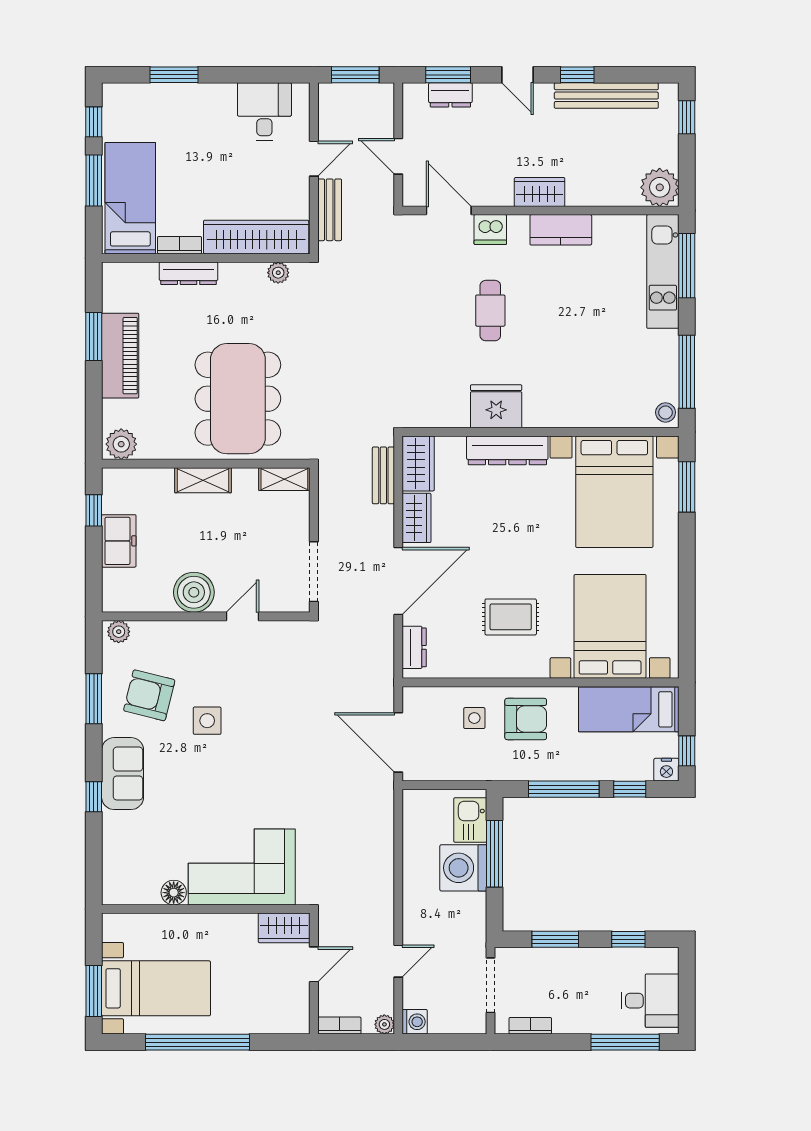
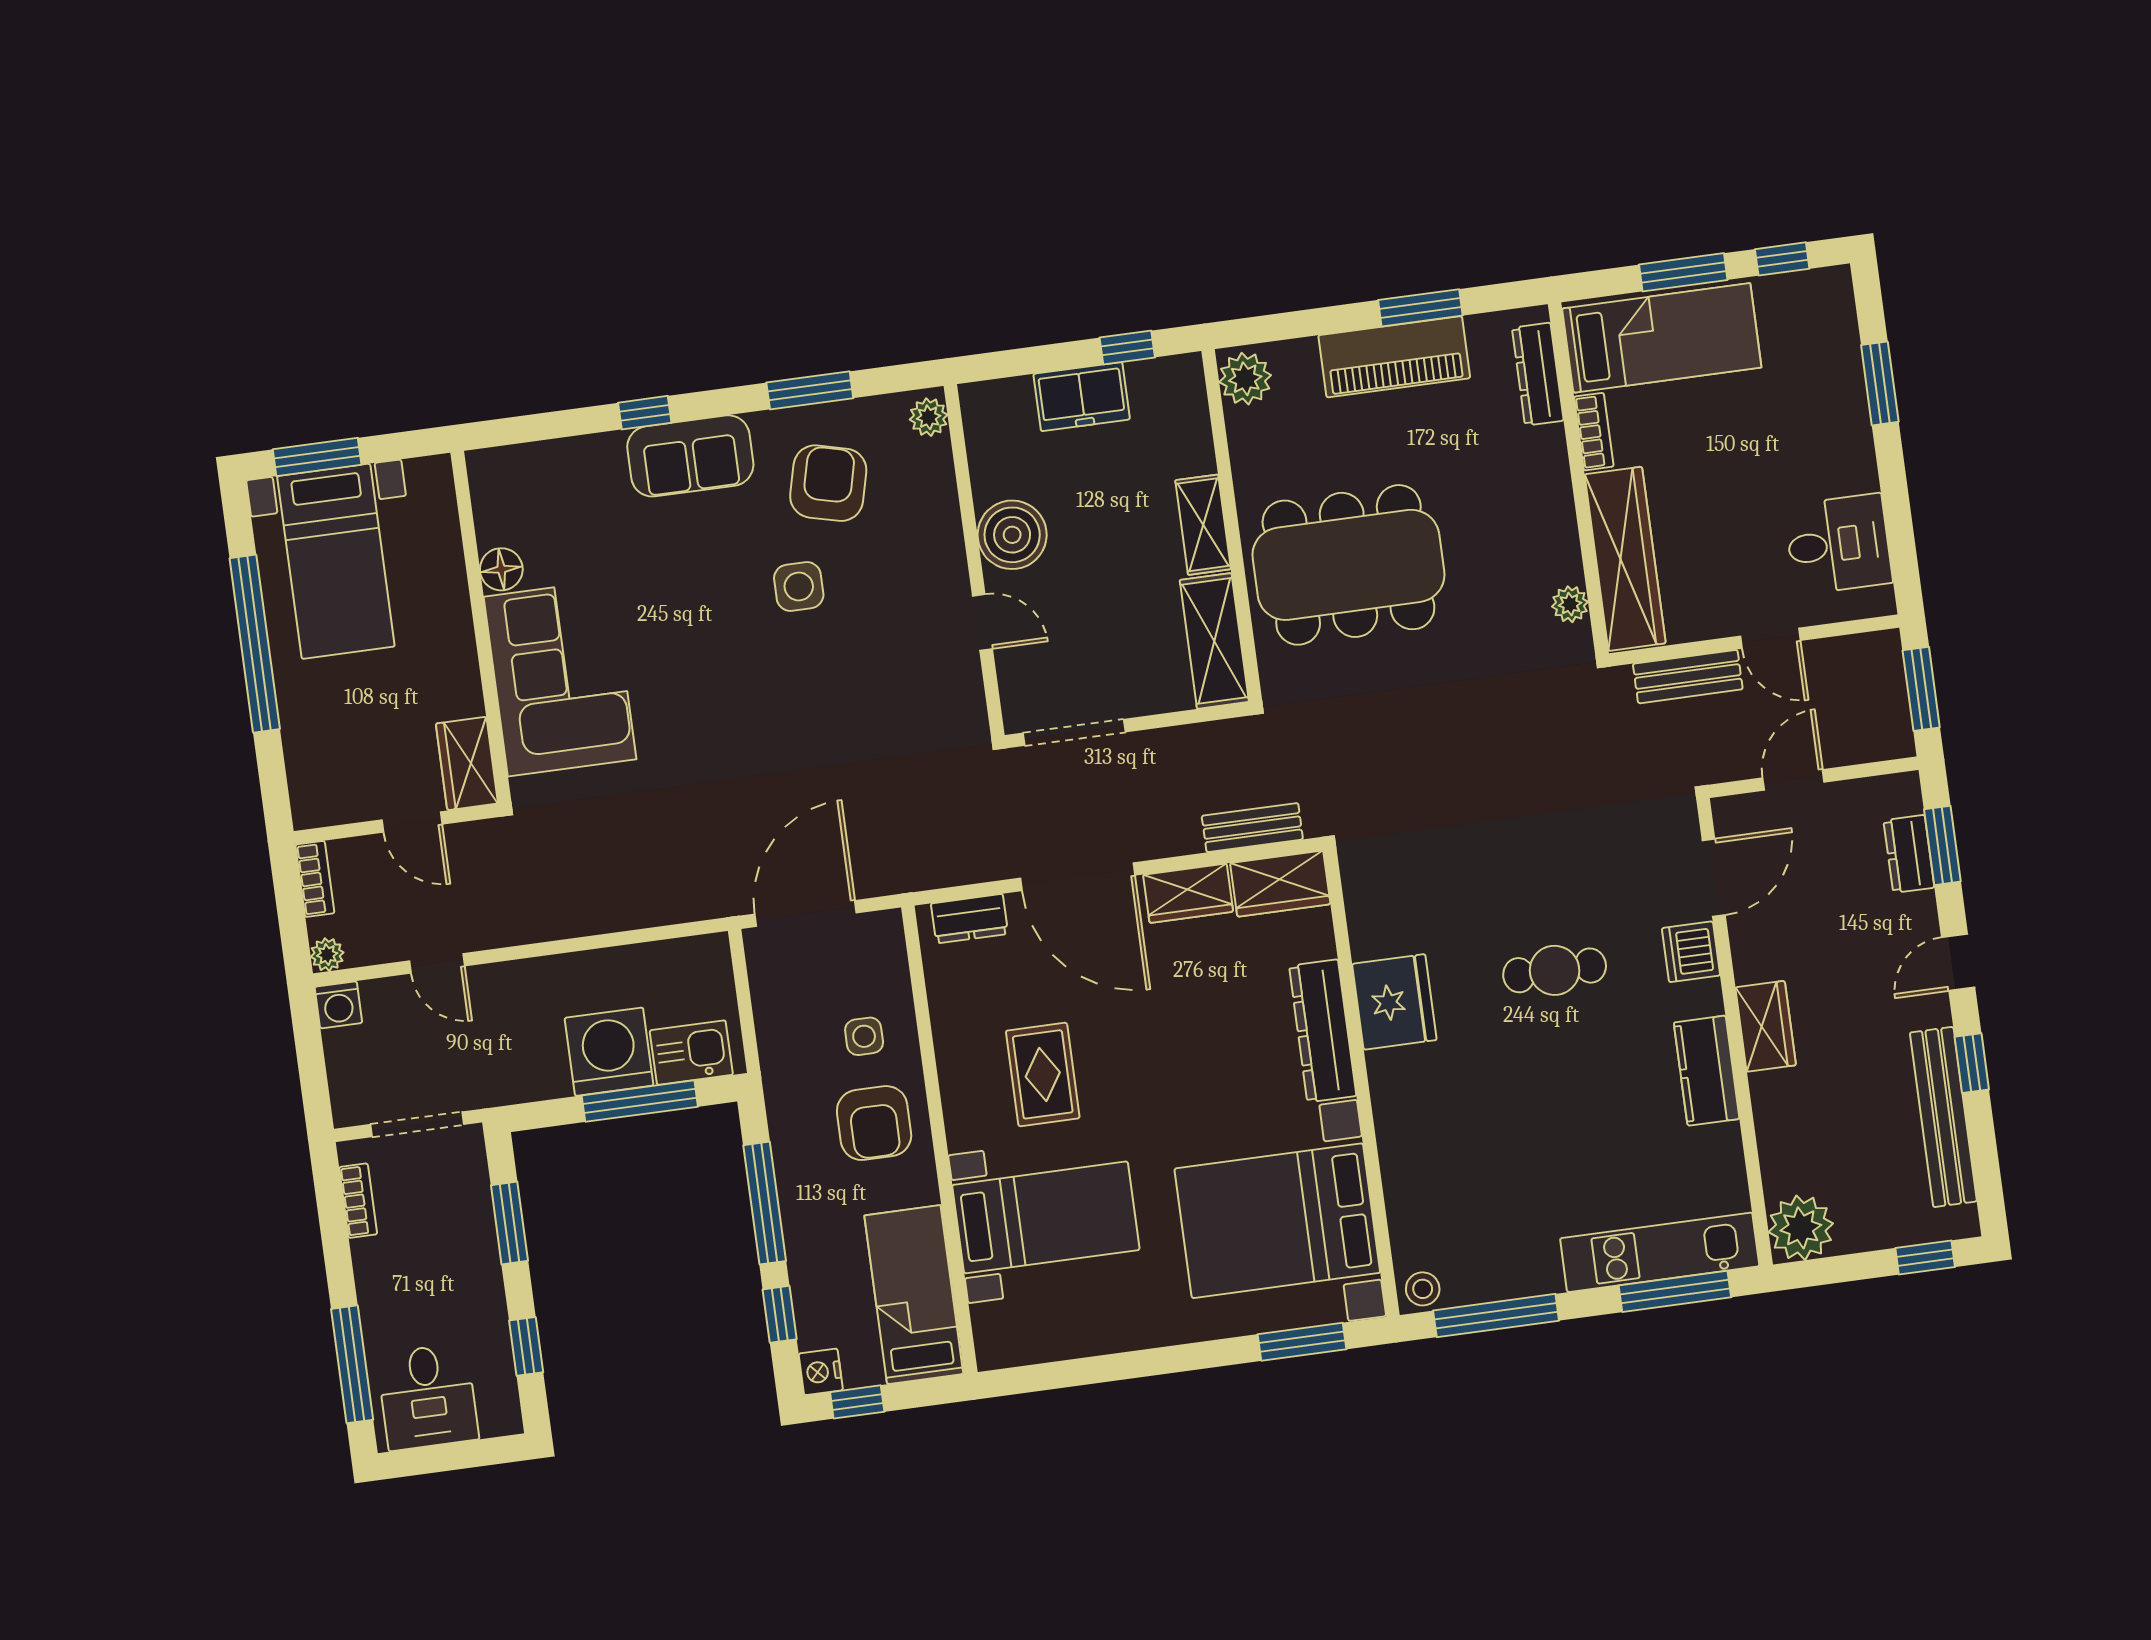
dresser: (189, 273) -> (1538, 374), moved
shelving: (284, 479) -> (1214, 641), width x1.50, depth x1.33
bed with nightstands: (610, 626) -> (1046, 1217), width x0.73

